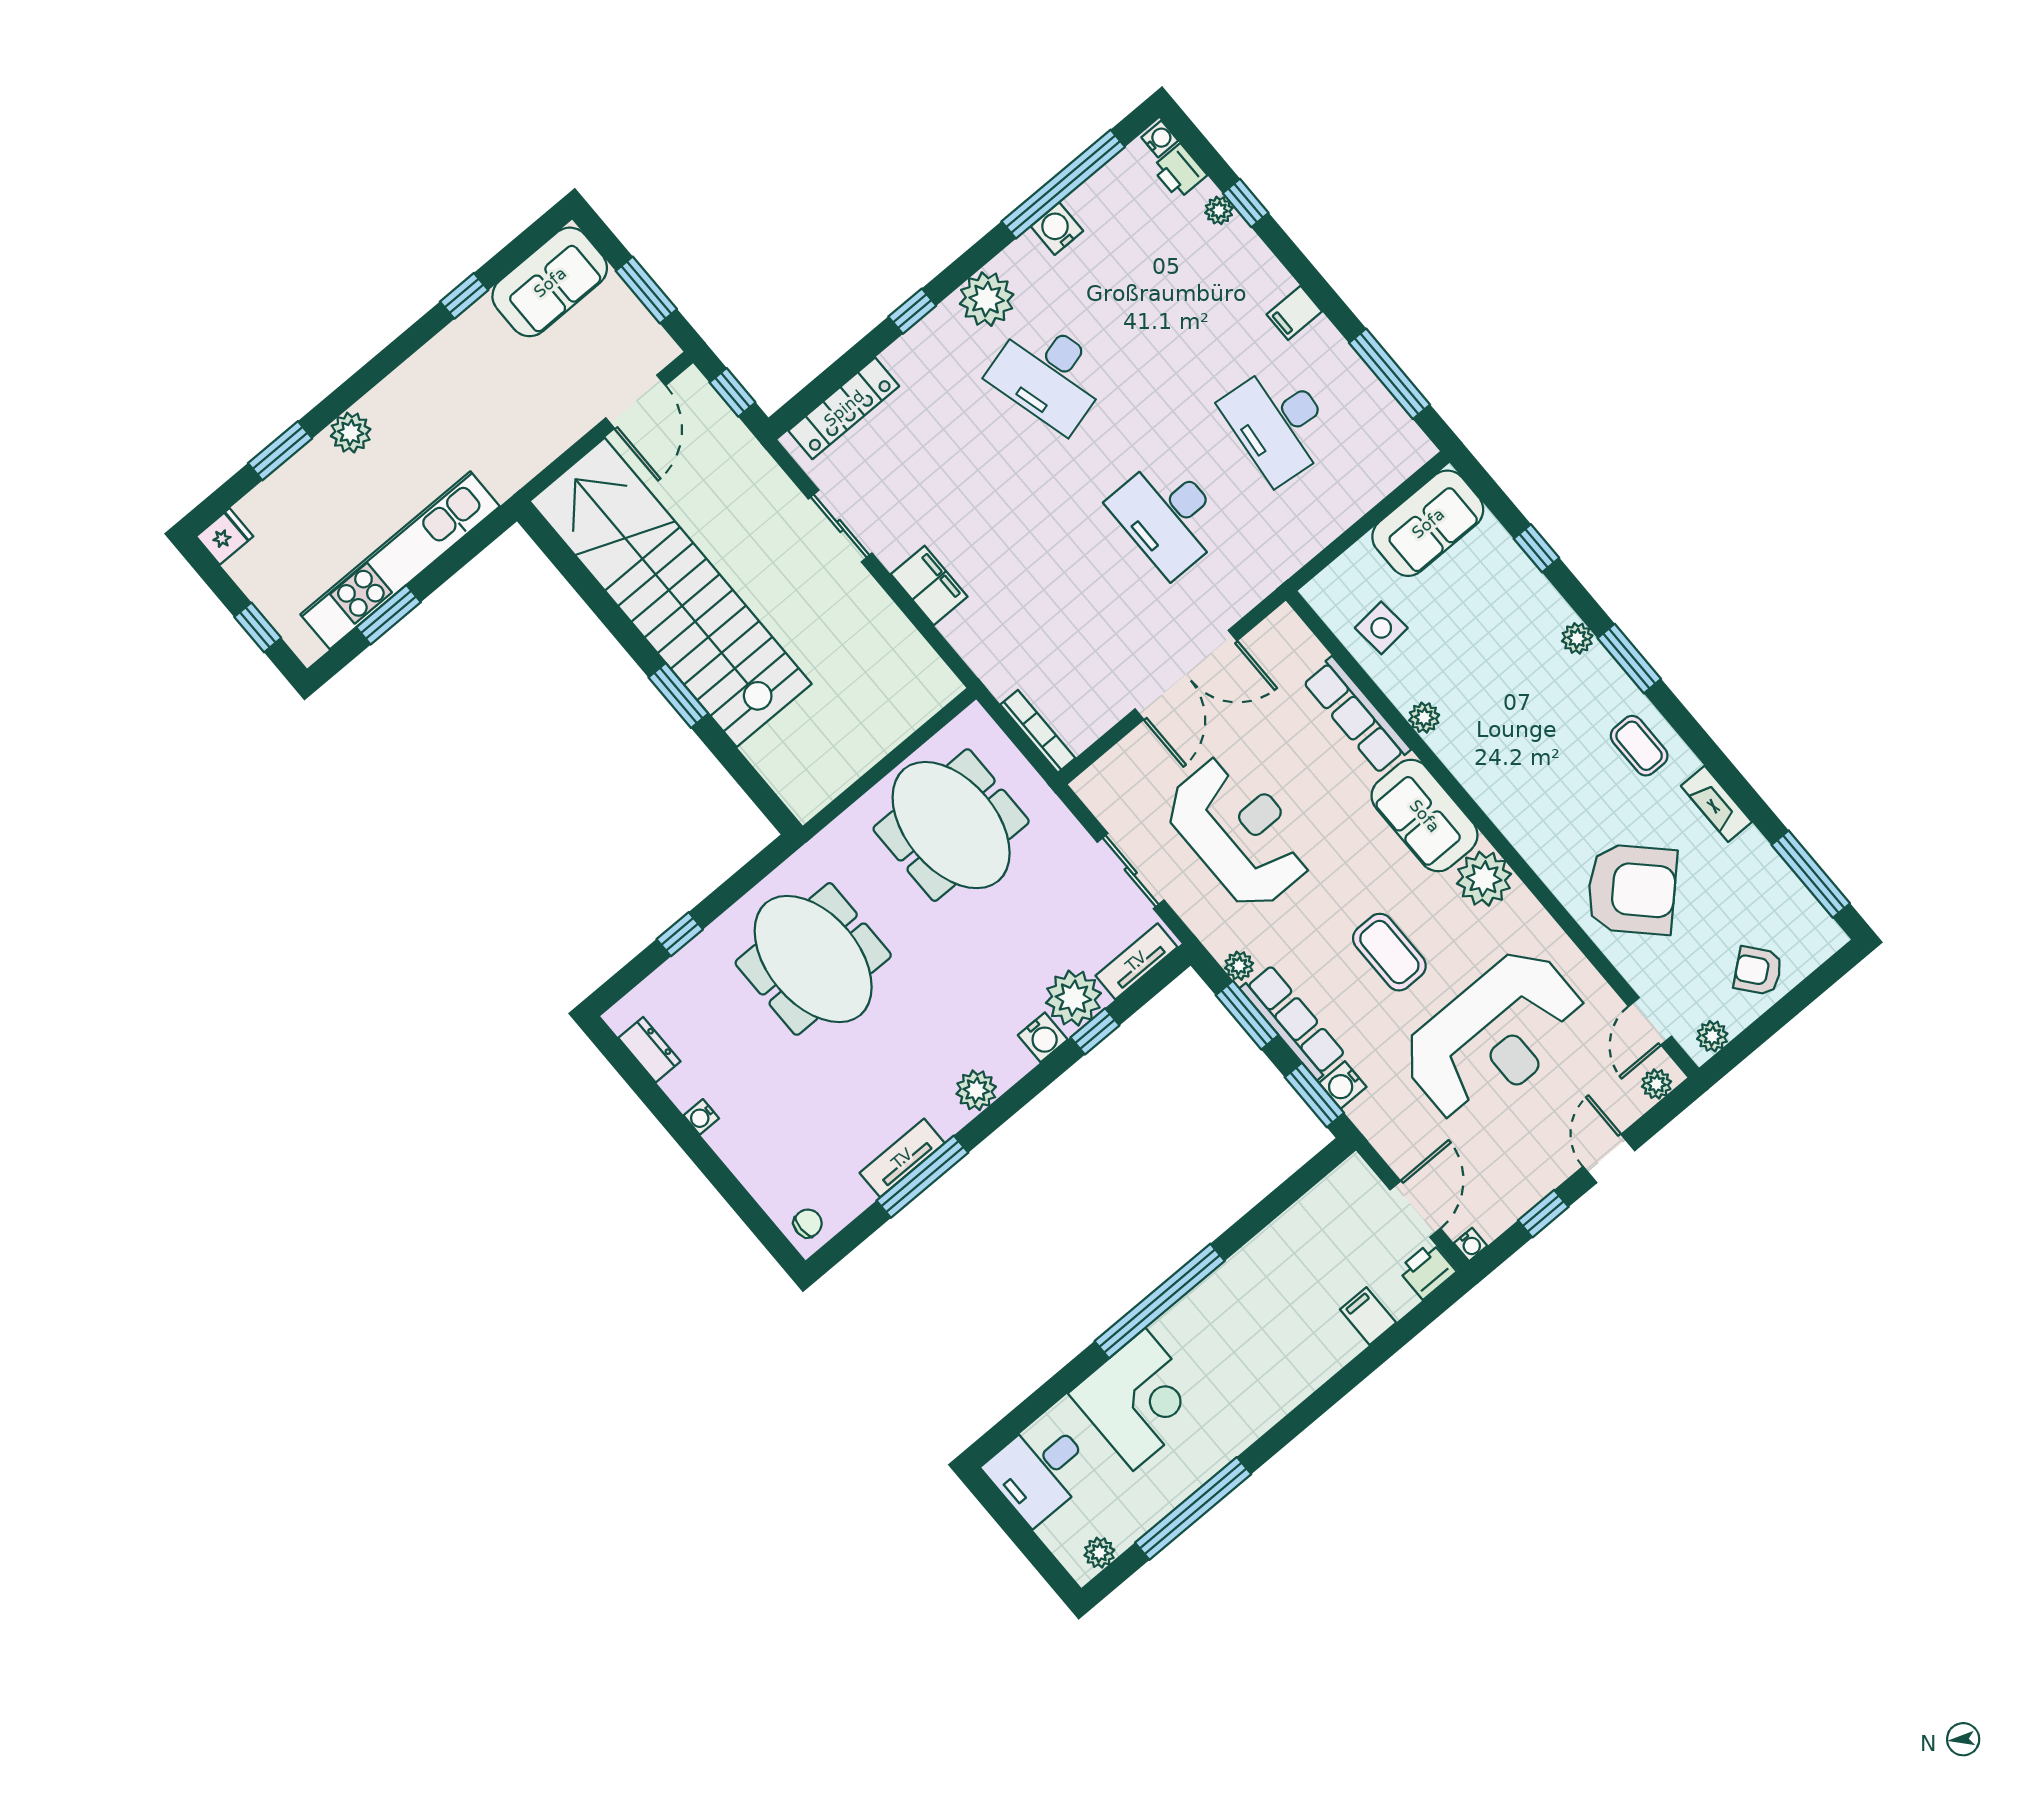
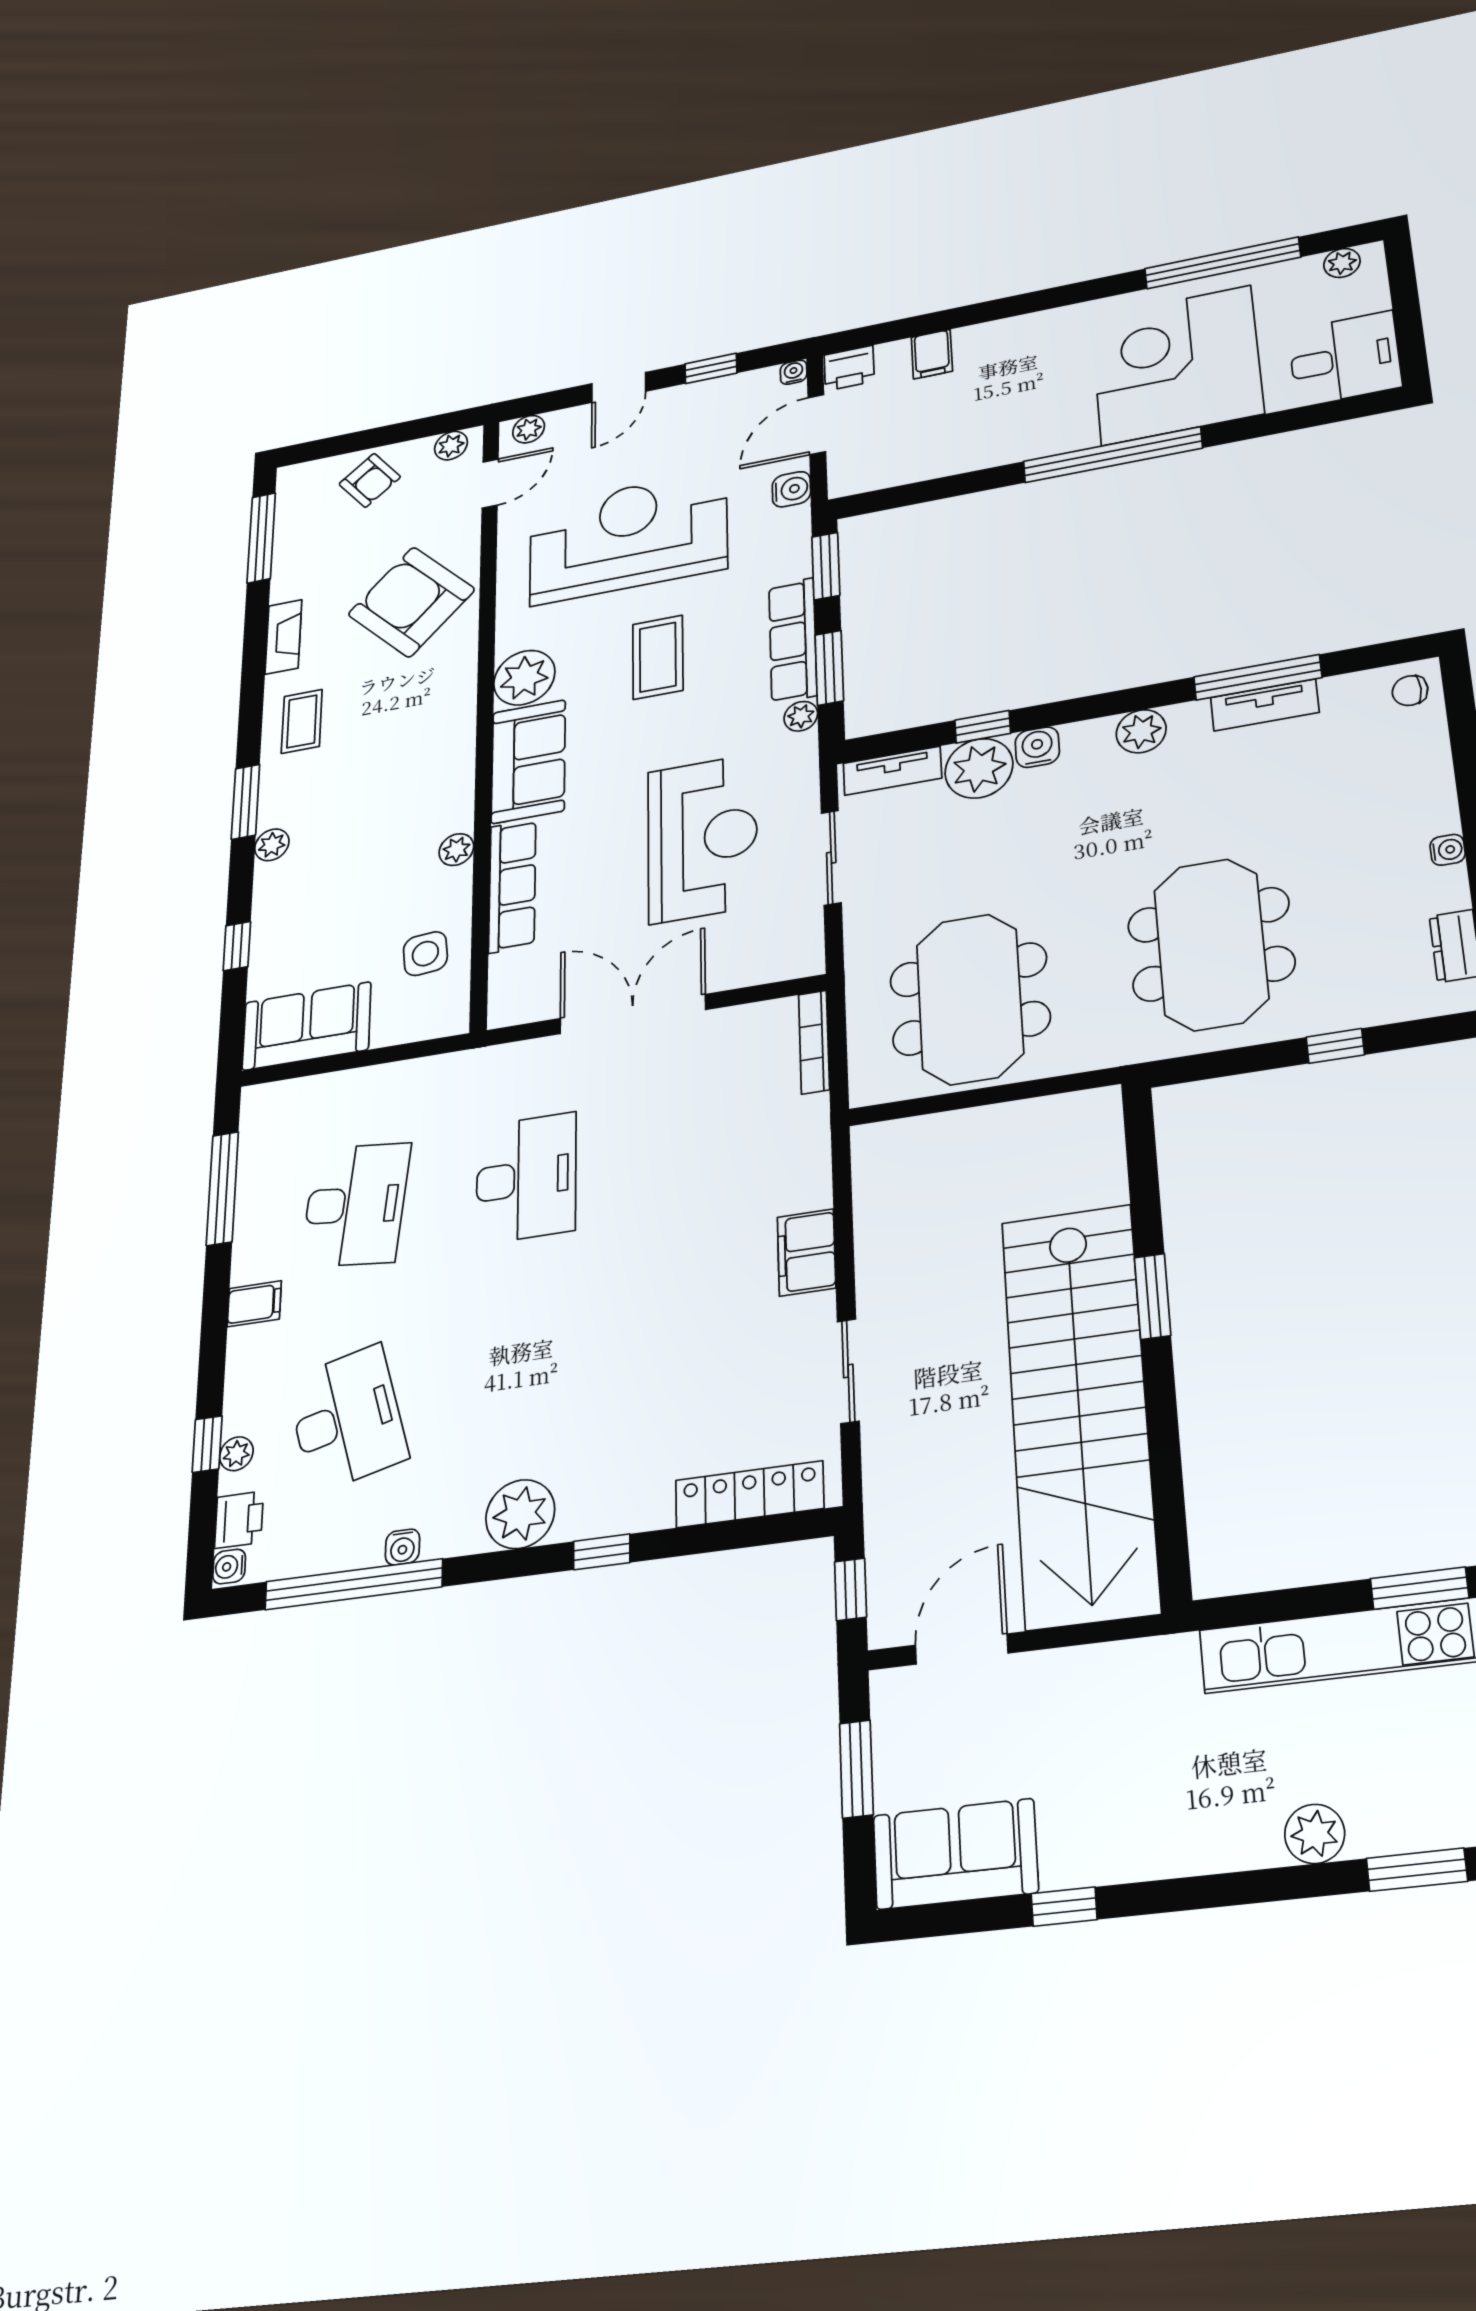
water cooler: (1057, 229) -> (402, 1547), width x0.72, depth x0.72
desk: (1049, 375) -> (347, 1419), moved
reception desk: (1239, 832) -> (702, 838), turned 180
water cooler: (1343, 1085) -> (791, 489), moved
corner desk: (1139, 1399) -> (1177, 365), width x1.36, depth x1.36

